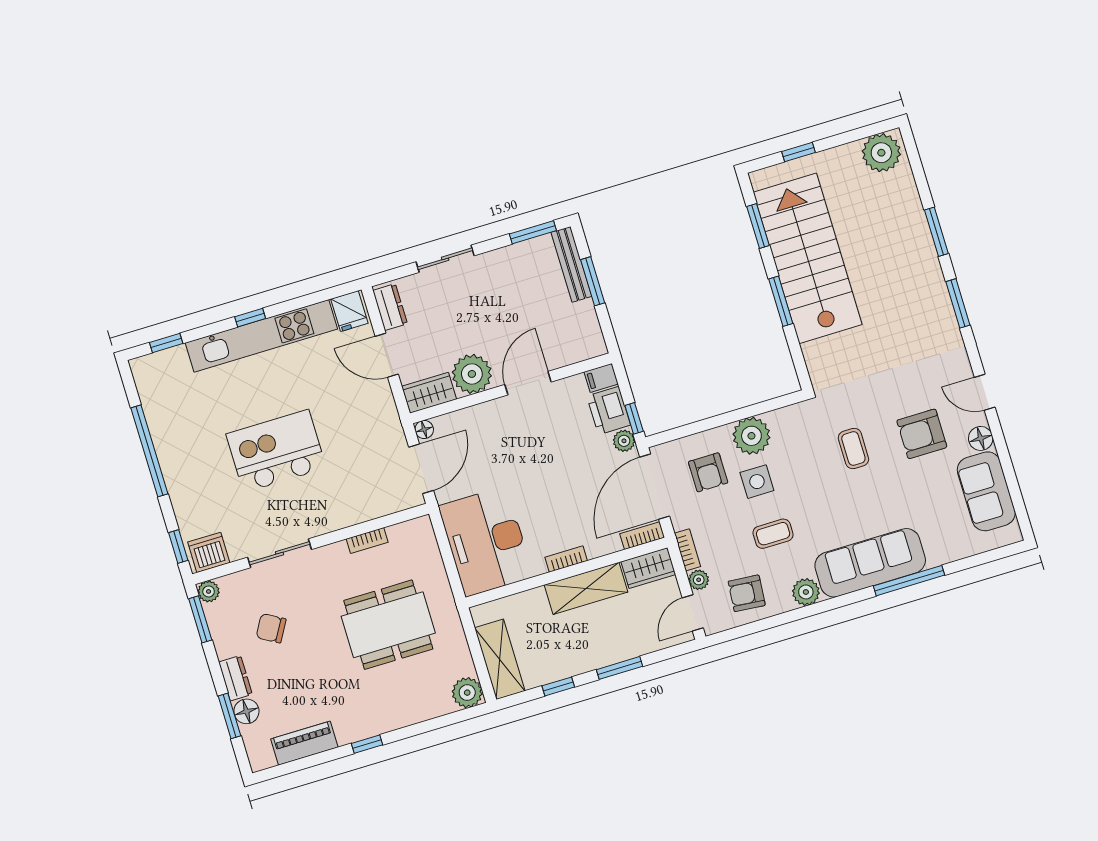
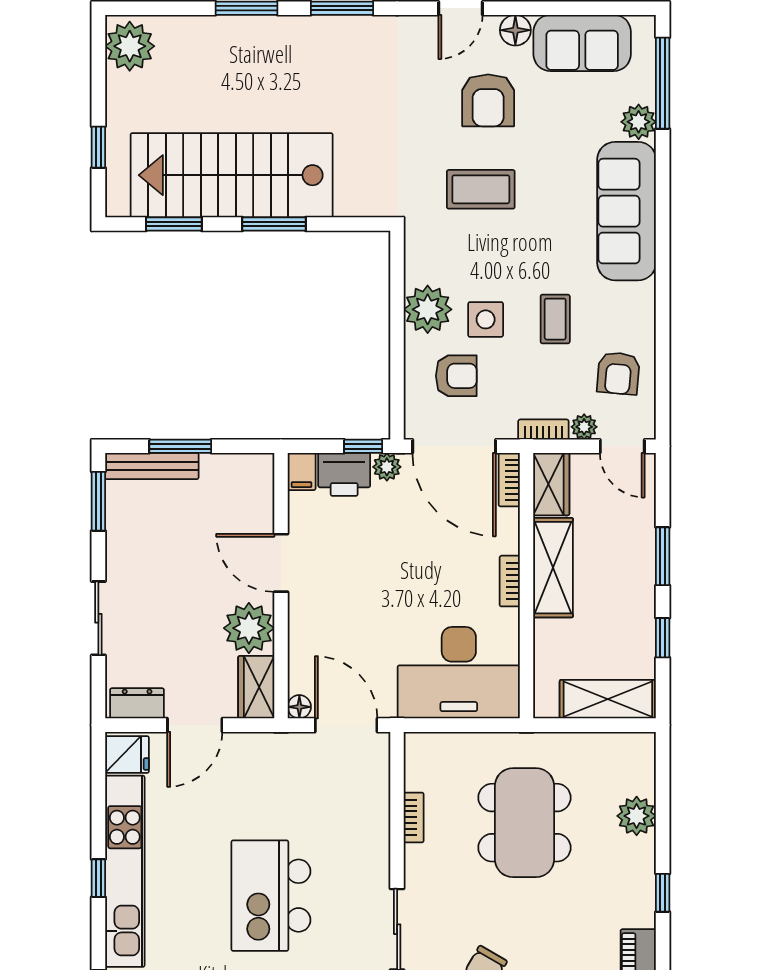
coffee table: (853, 448) -> (481, 189), width x1.36, depth x1.30
window: (909, 581) -> (663, 83), moved
plant: (806, 592) -> (639, 122), moved
plant: (467, 693) -> (637, 816), moved

